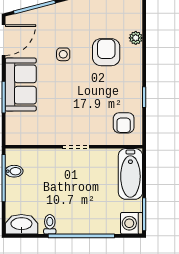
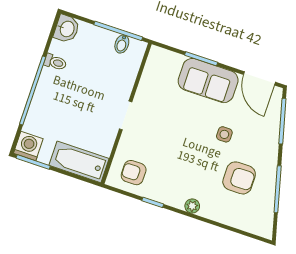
plant: (136, 38) -> (192, 206), moved
armchair: (106, 52) -> (239, 178), moved
washbasin: (21, 224) -> (67, 29), width x0.72

